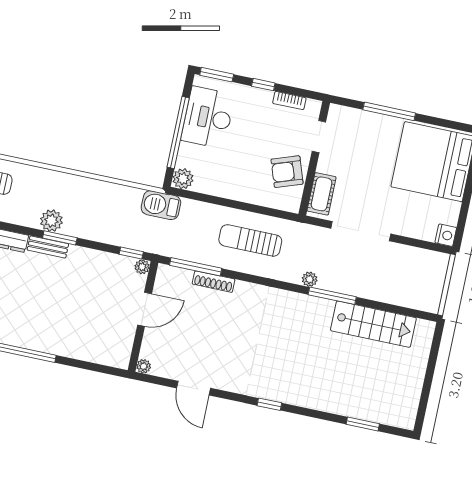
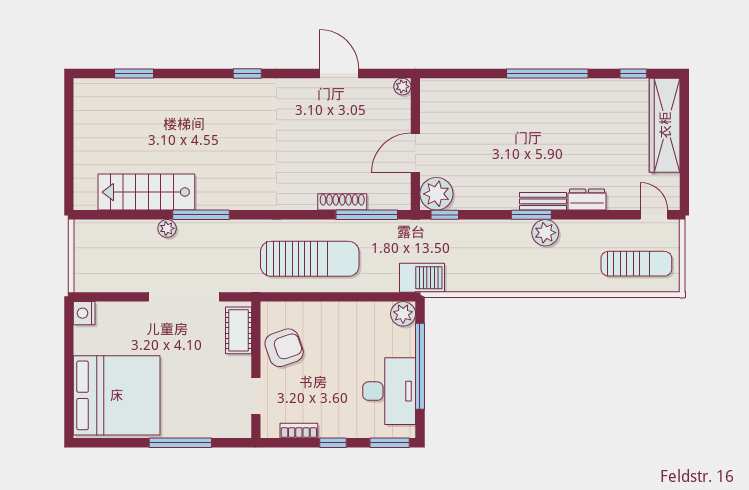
sun lounger: (250, 240) -> (310, 259), width x1.36, depth x1.34
plant: (142, 267) -> (436, 194), width x1.88, depth x1.88
plant: (310, 279) -> (167, 228), moved

